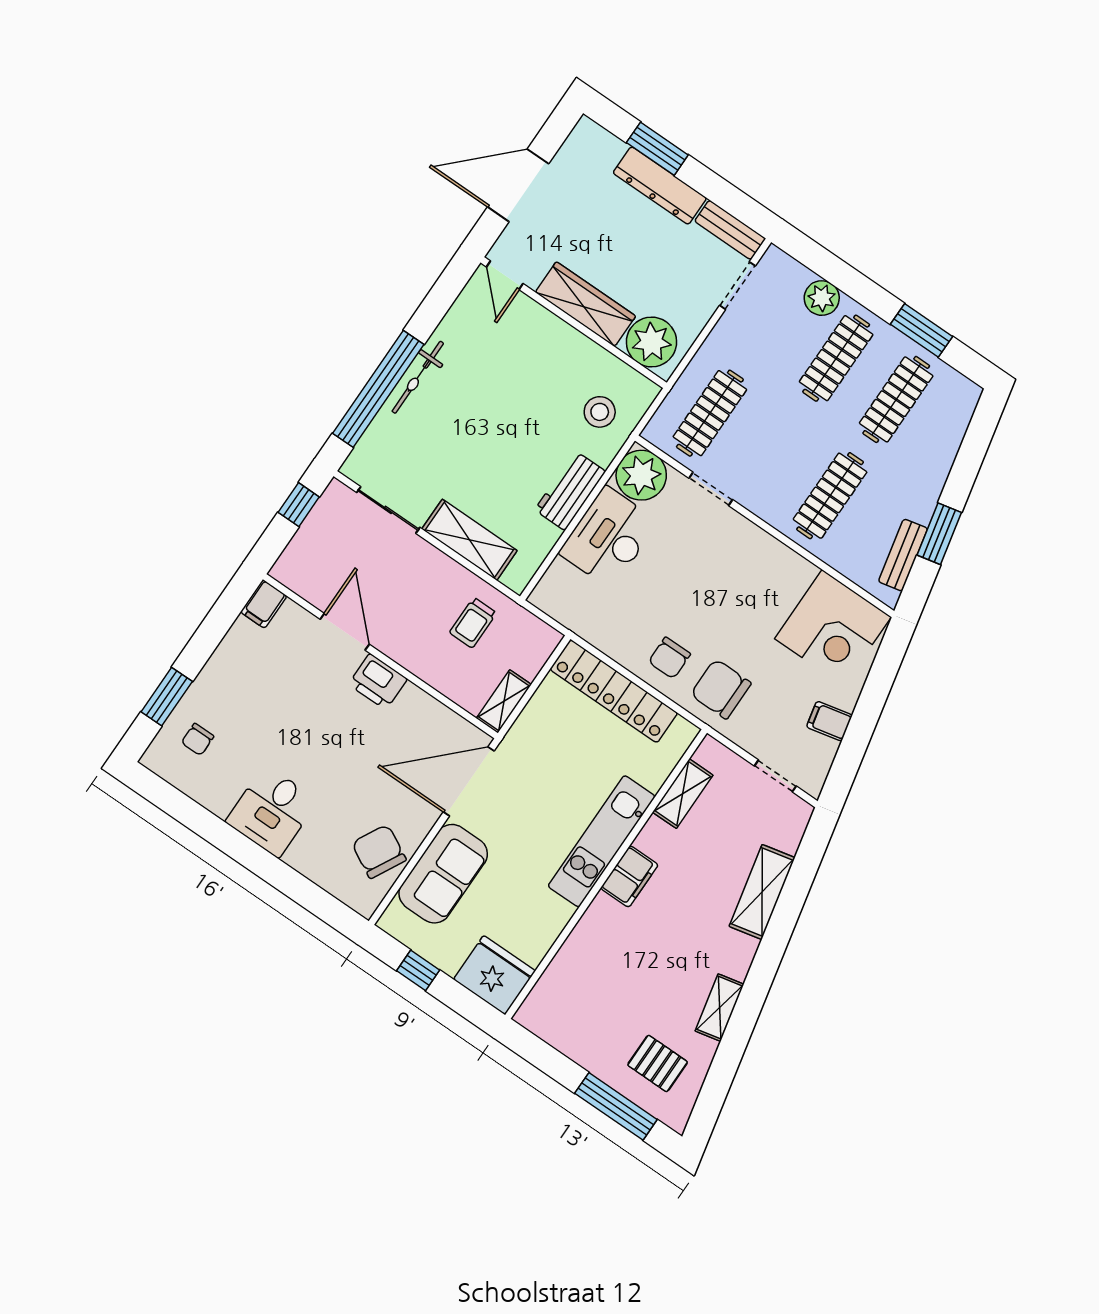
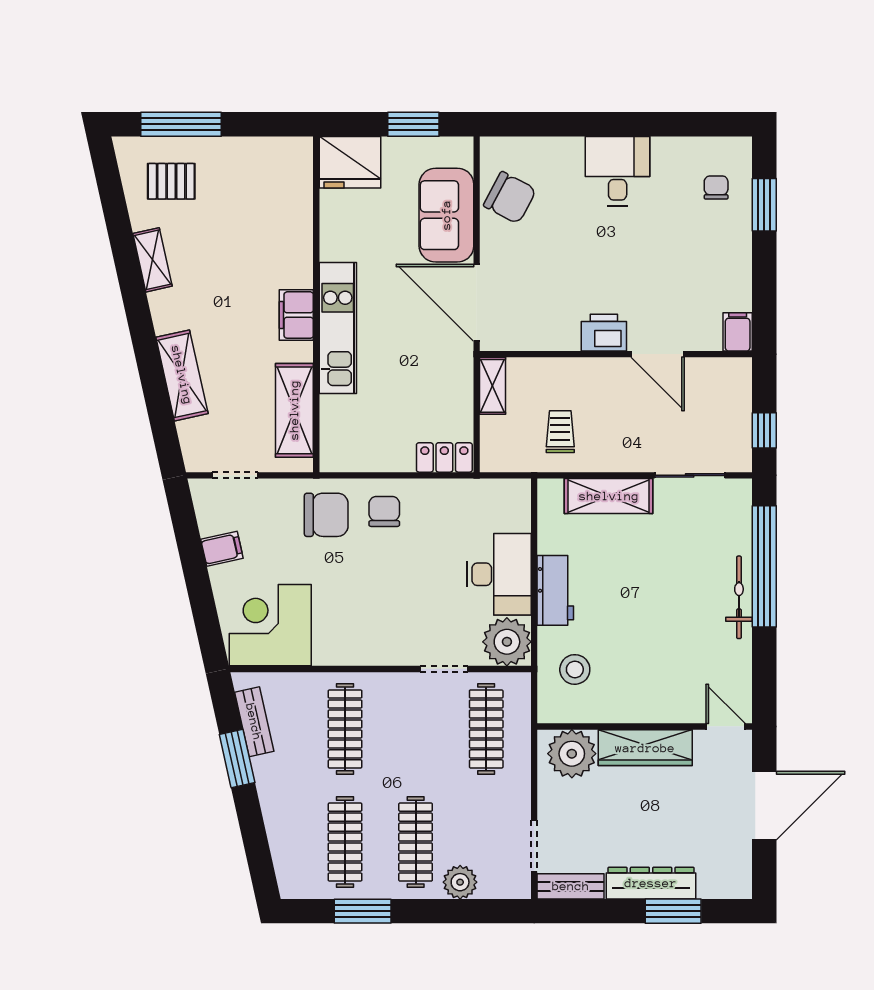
locker: (614, 691) -> (444, 457), width x0.46, depth x0.83
door: (469, 781) -> (477, 303), swing flipped
shelving: (683, 794) -> (294, 410), width x1.50, depth x1.33
window: (418, 970) -> (413, 124), width x1.50

